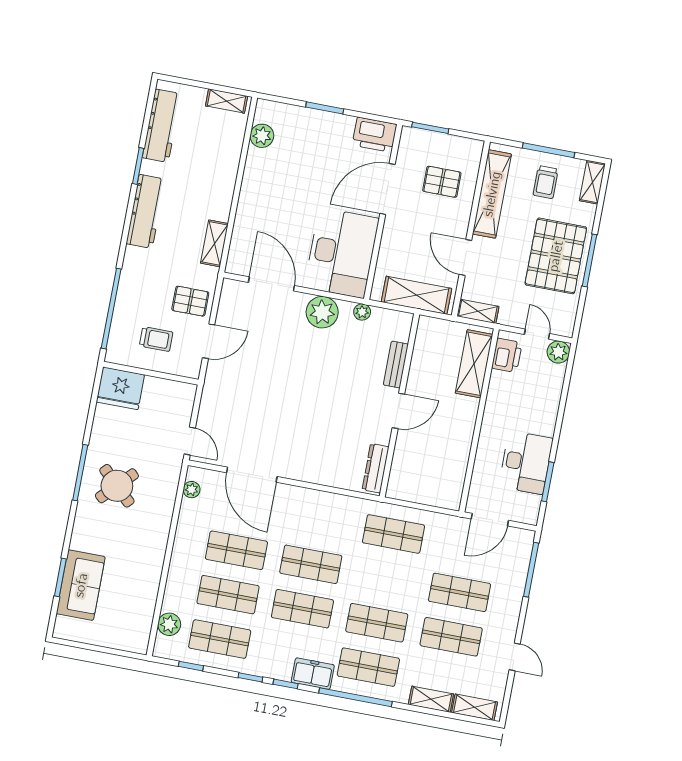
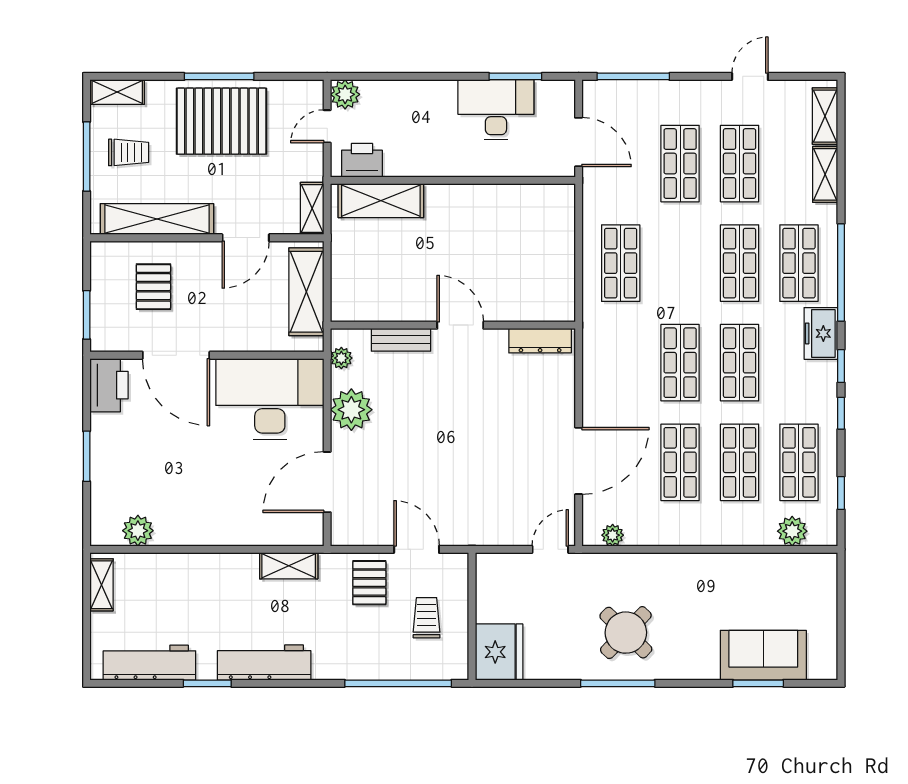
bench: (396, 365) -> (401, 340), moved
wall: (399, 405) -> (453, 325), moved
door: (398, 411) -> (460, 325), moved
dresser: (376, 468) -> (540, 341), moved

